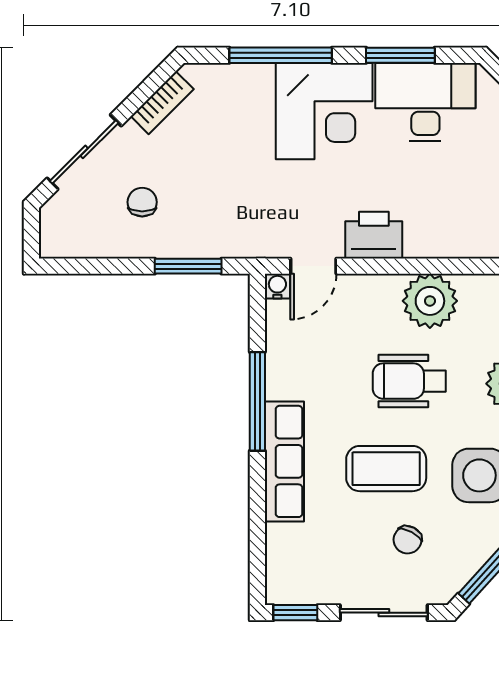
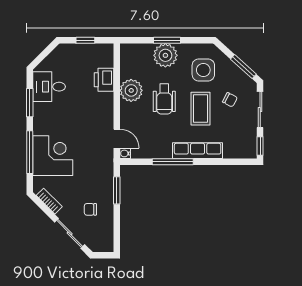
desk: (425, 102) -> (49, 87), width x0.73
corner desk: (324, 111) -> (53, 156), moved
printer: (374, 235) -> (104, 80), moved

